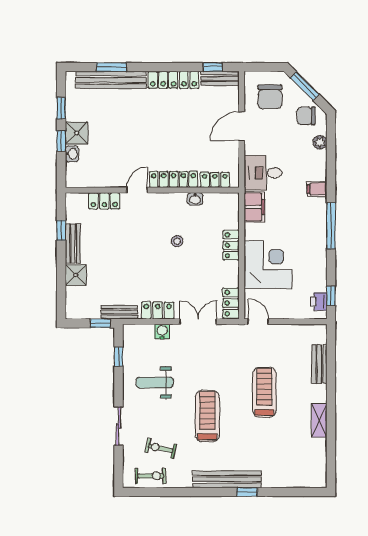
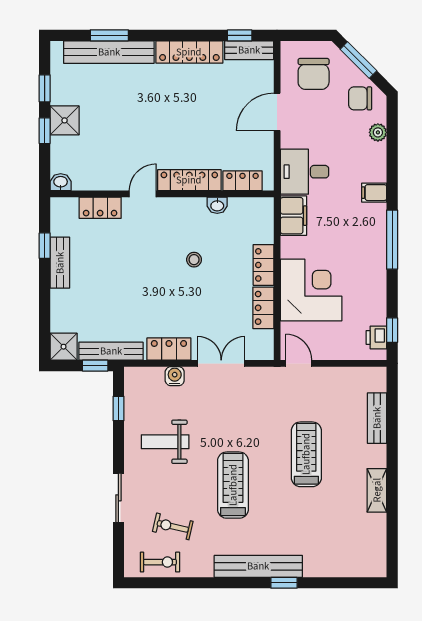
washbasin: (72, 154) -> (61, 182), moved, turned -90
shower: (76, 275) -> (64, 347), moved
locker: (231, 303) -> (263, 308), moved
bench: (119, 312) -> (111, 351), width x1.36

